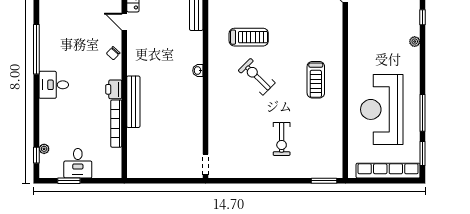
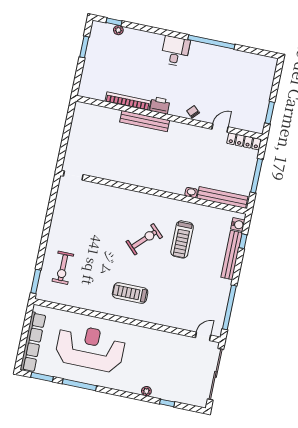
washbasin: (198, 71) -> (191, 193), moved
exercise bike: (282, 139) -> (63, 268), moved, turned -90
desk: (78, 163) -> (99, 58), removed

